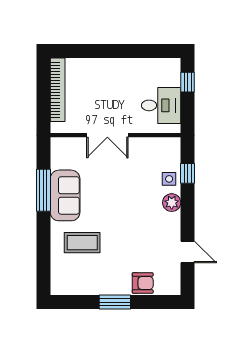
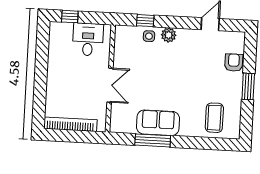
coffee table: (82, 243) -> (214, 118), moved

